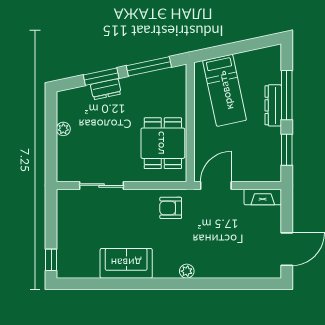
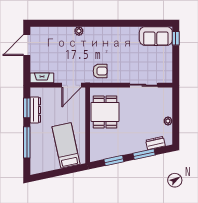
window: (149, 66) -> (114, 161), width x0.69
dresser: (106, 89) -> (155, 143), moved
dresser: (273, 105) -> (35, 110), moved
sofa: (126, 263) -> (156, 36), moved
plant: (187, 271) -> (79, 31), moved

